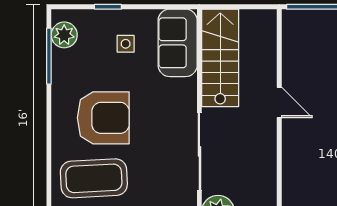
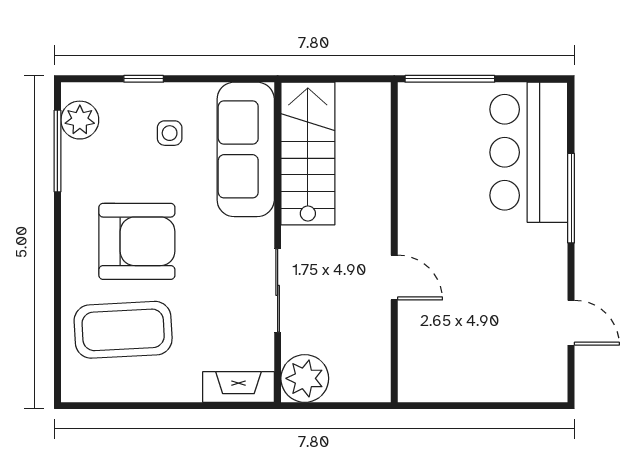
sofa: (178, 43) -> (246, 149), width x1.36
door: (279, 102) -> (394, 277), moved
sliding door: (199, 151) -> (278, 290), width x0.73

